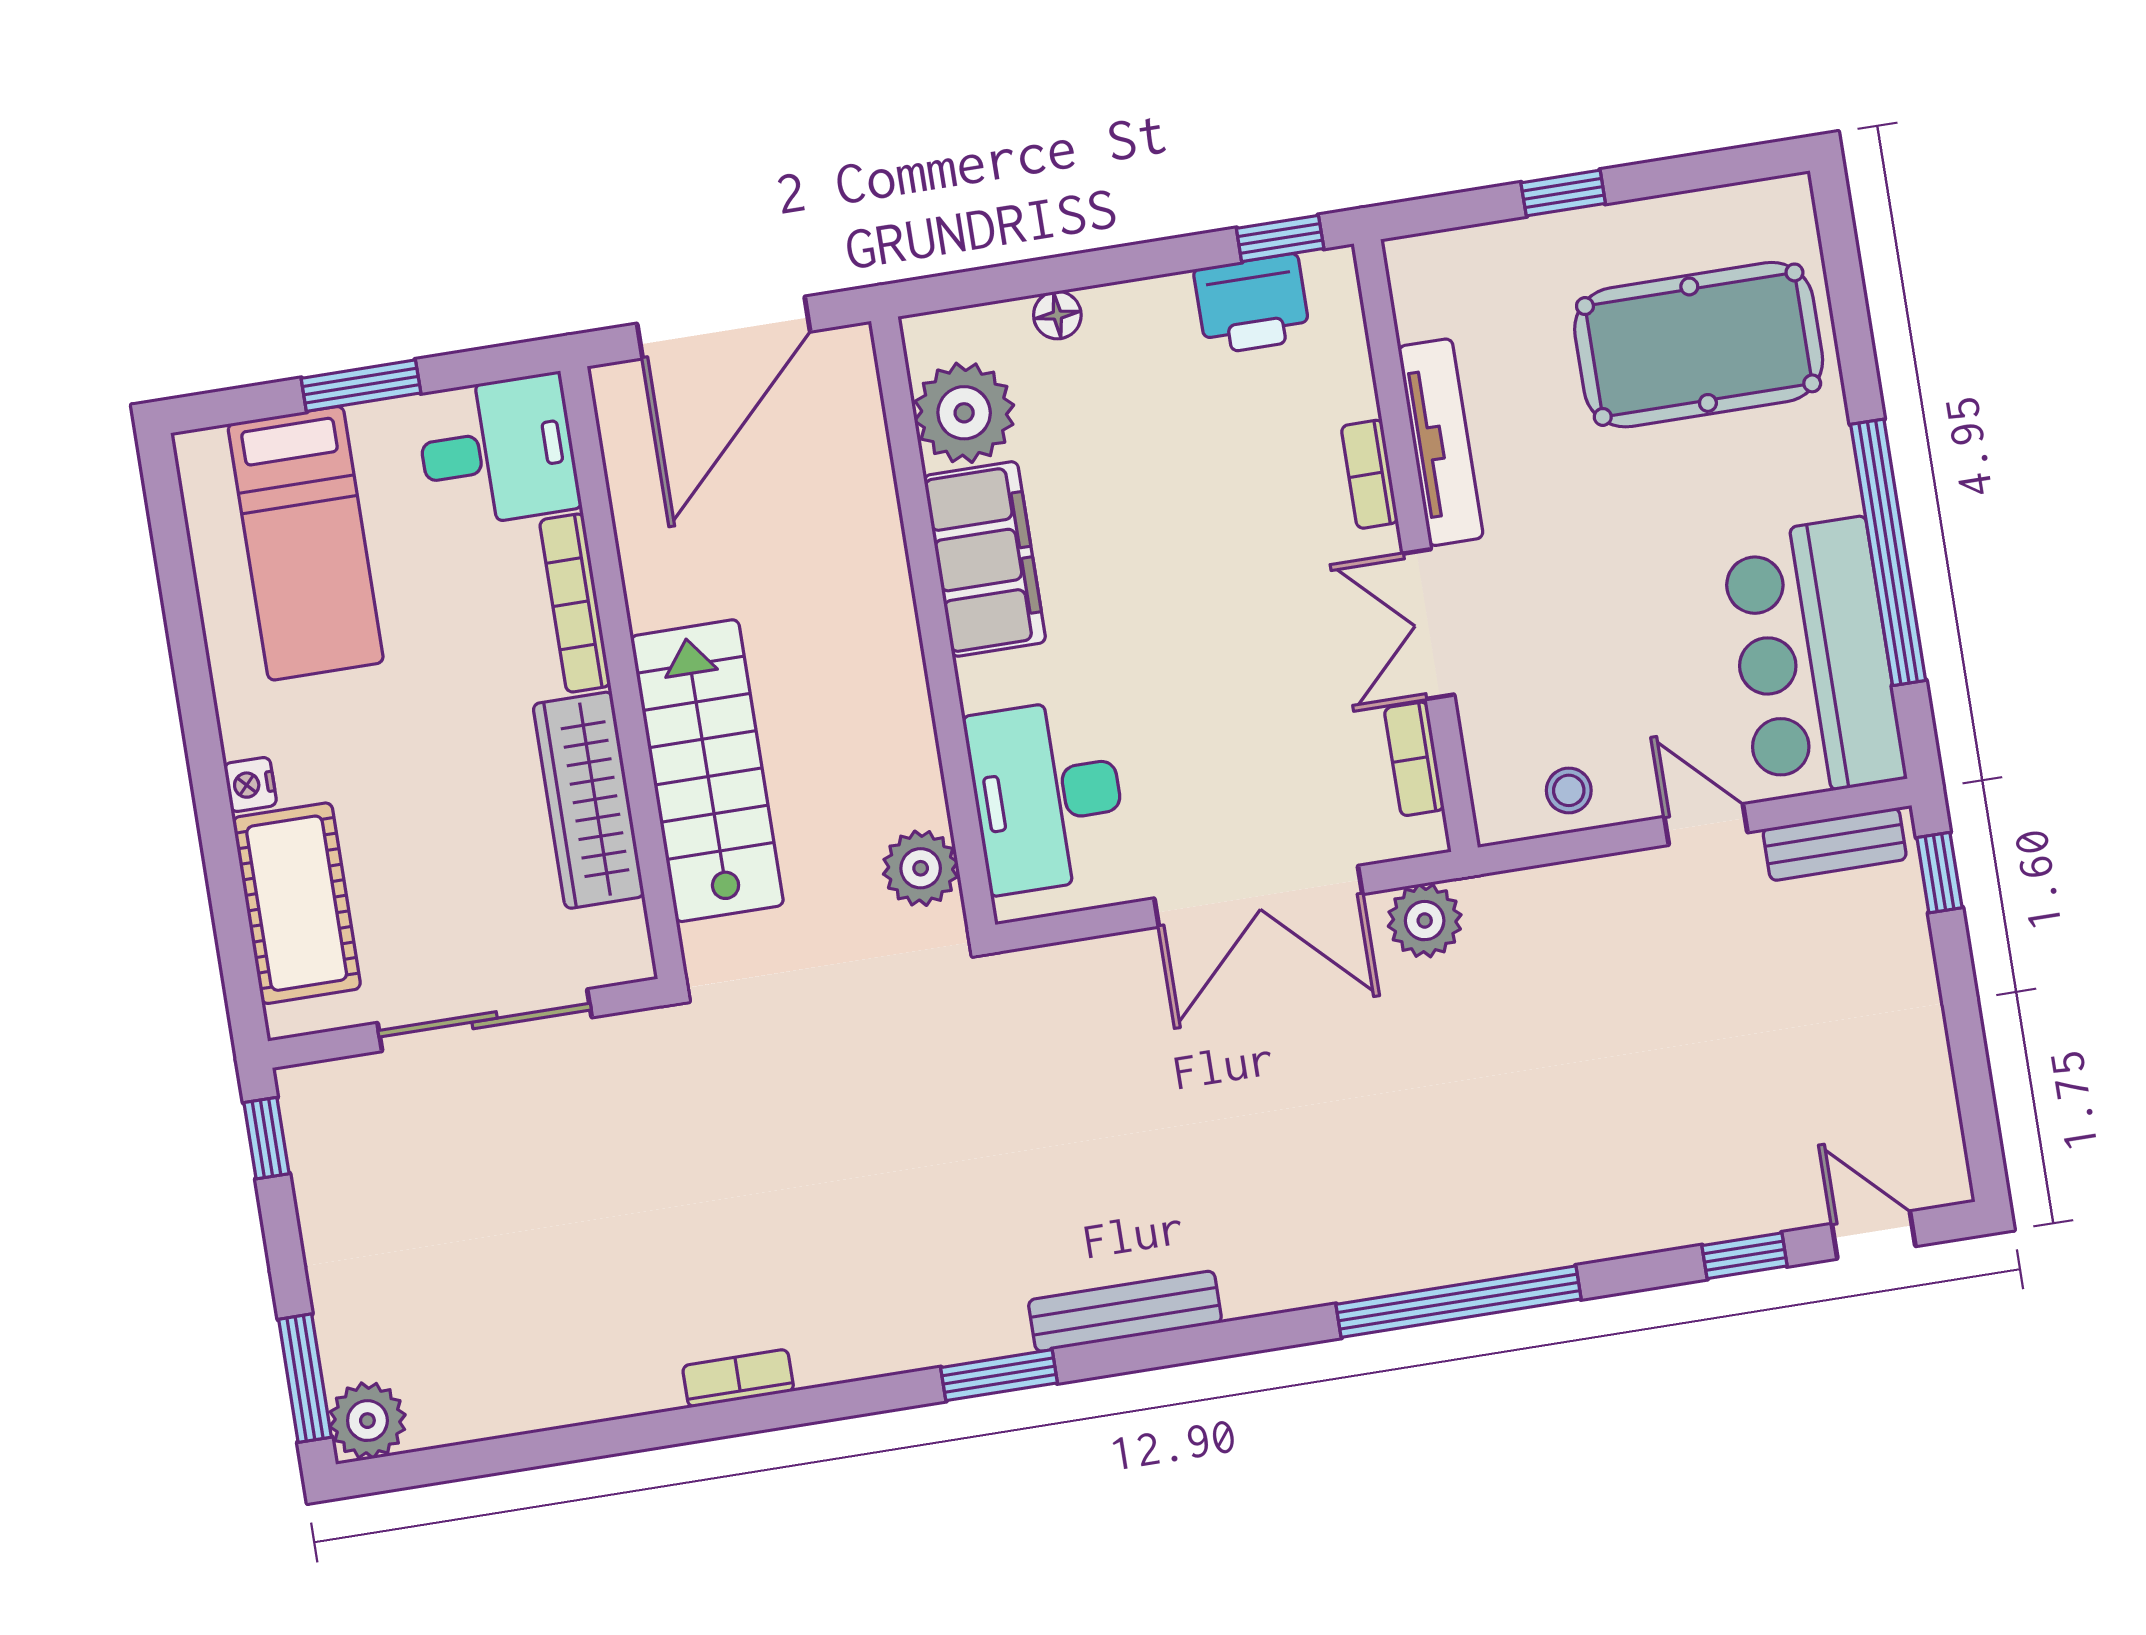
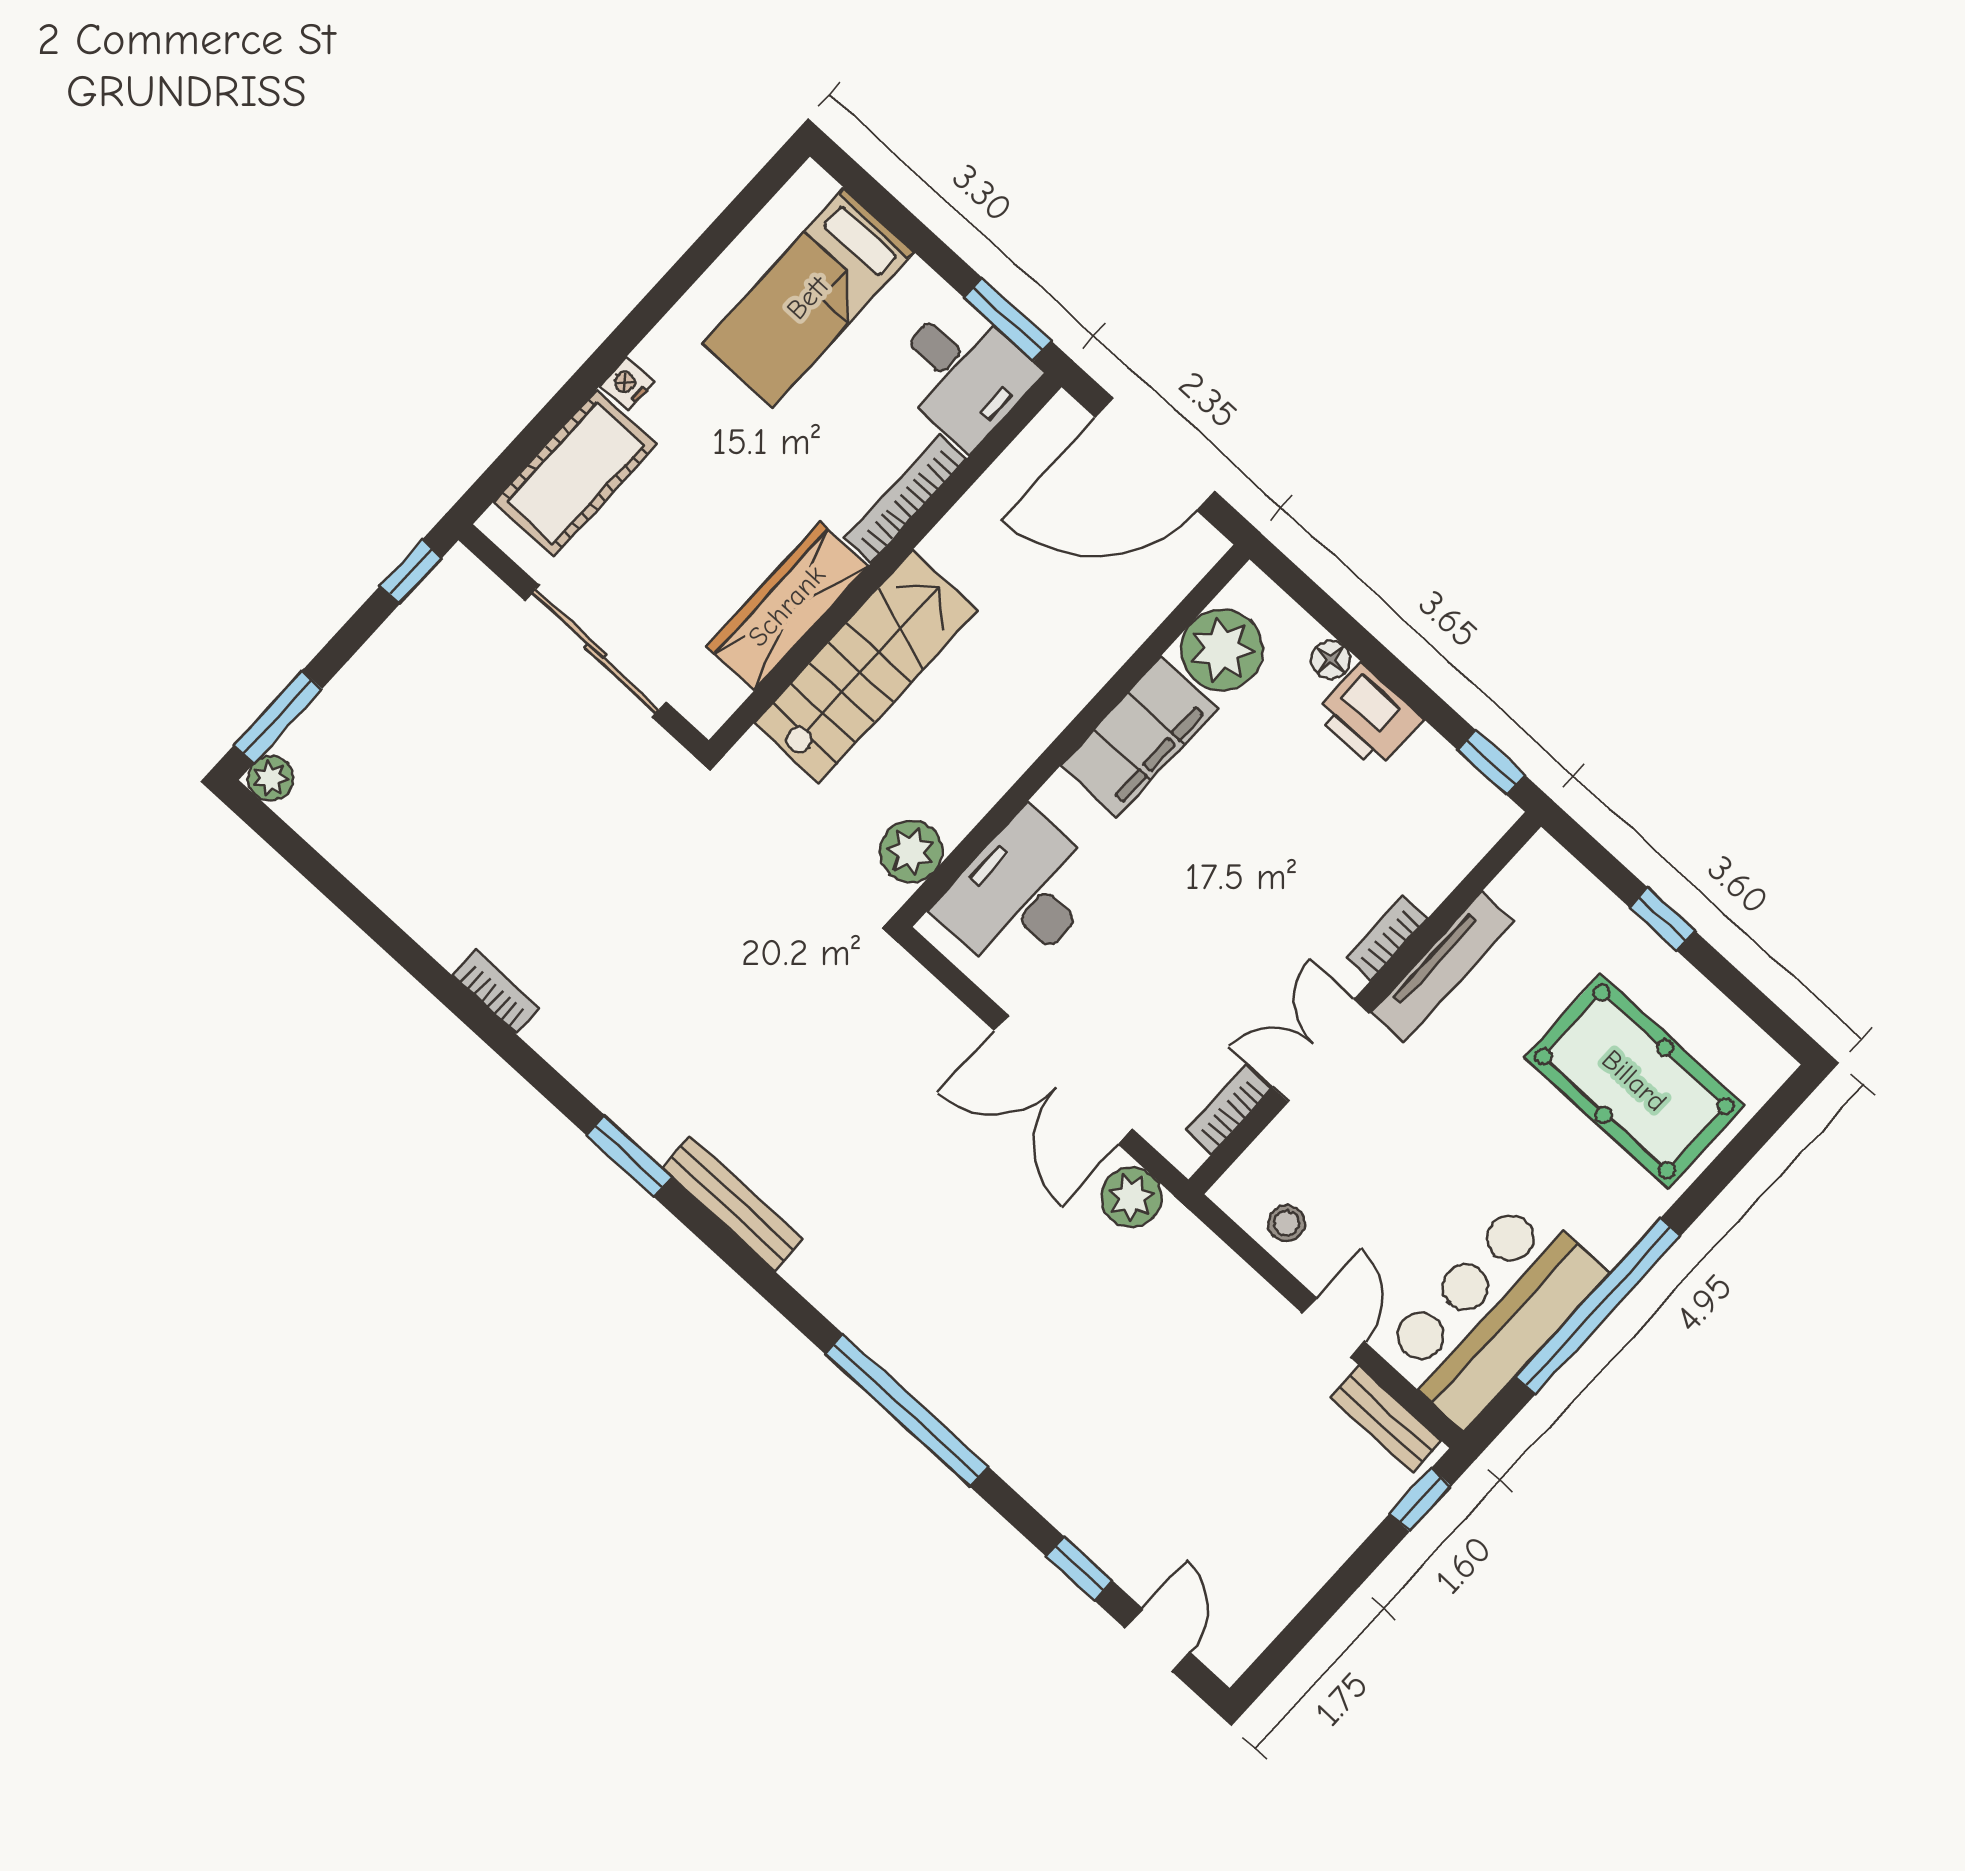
printer: (1252, 304) -> (1369, 717), moved
window: (361, 386) -> (1008, 320), moved
plant: (367, 1421) -> (271, 778), width x0.73, depth x0.73

